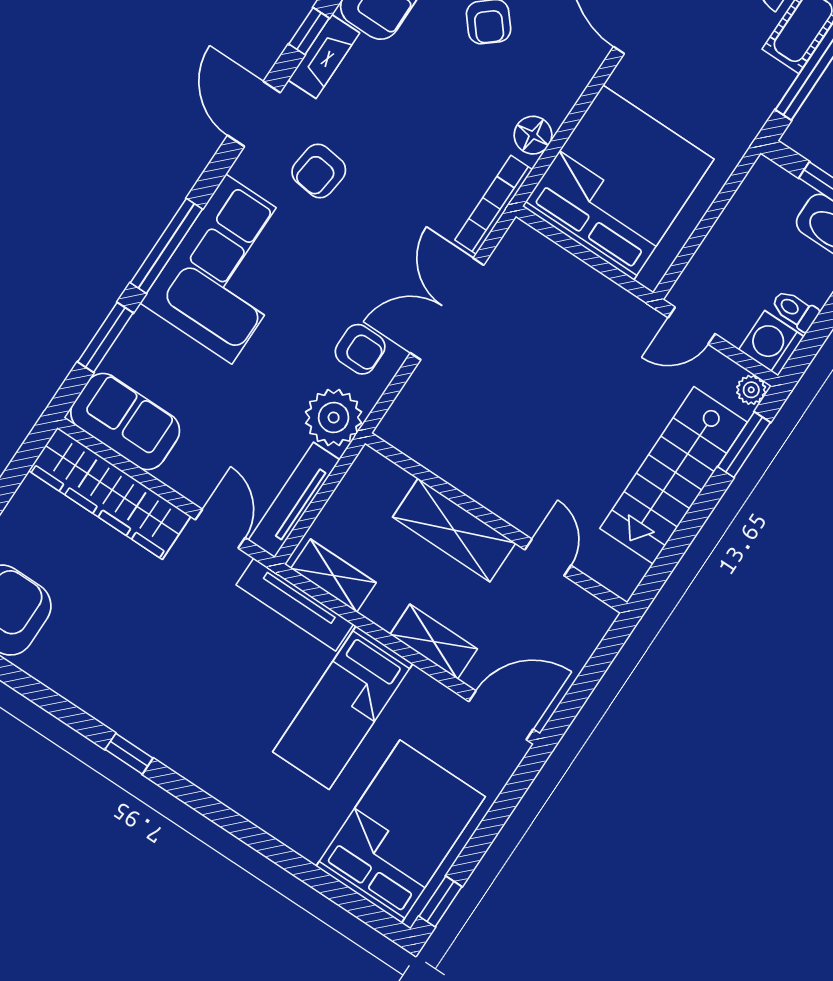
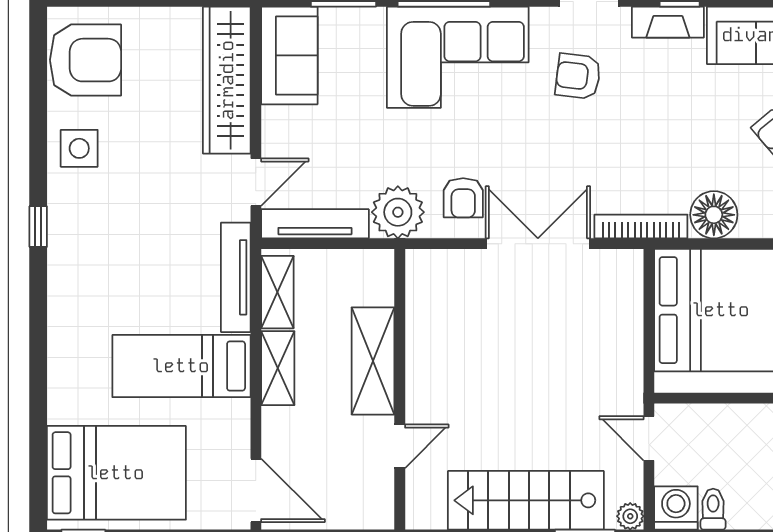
floor lamp: (533, 135) -> (714, 215), width x1.38, depth x1.38
shelving: (434, 642) -> (278, 368), moved
side table: (83, 669) -> (79, 148), added

